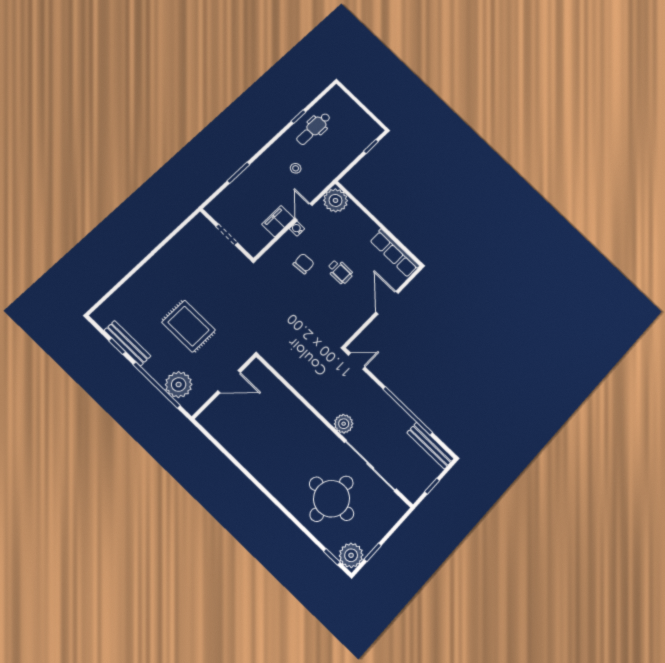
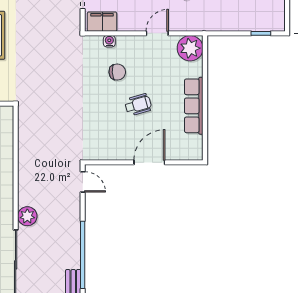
filing cabinet: (278, 221) -> (102, 22), moved
water cooler: (297, 229) -> (109, 41), moved
row of seats: (395, 253) -> (194, 106), moved
wheelchair: (340, 272) -> (138, 105), turned -106

